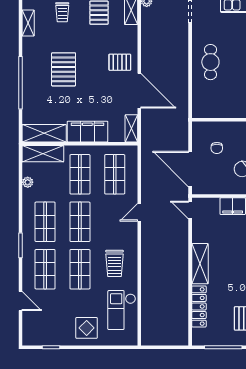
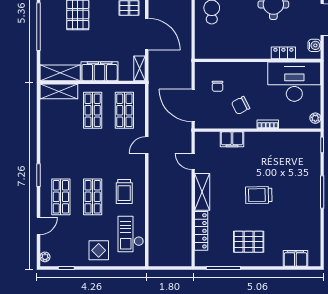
plant: (28, 182) -> (45, 257), moved
door: (190, 210) -> (193, 161), moved
shop shelf: (45, 222) -> (61, 154), removed
shop shelf: (80, 222) -> (93, 154), removed
door: (21, 301) -> (38, 226), hinge flipped

